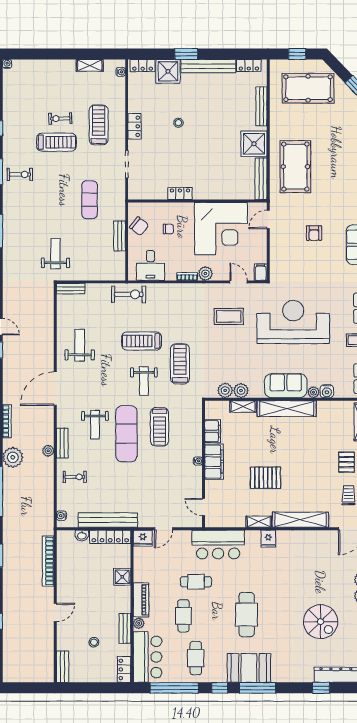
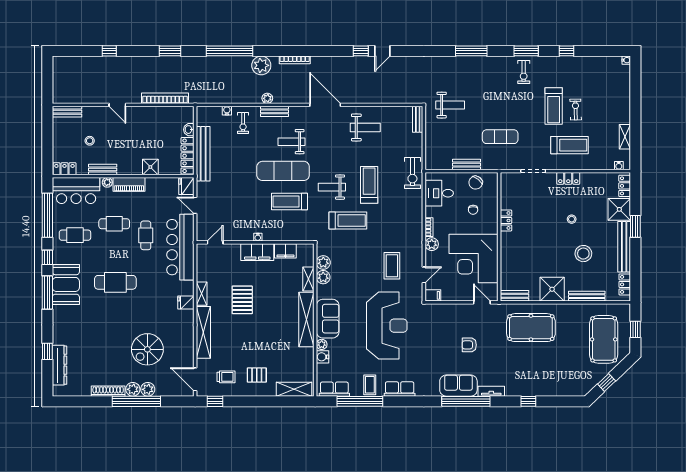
stool: (216, 110) -> (583, 254), added
bench: (261, 179) -> (515, 296), width x0.73
water cooler: (61, 516) -> (227, 111), moved
bar counter: (218, 545) -> (180, 247), width x1.36
spiral stairs: (321, 622) -> (147, 349), moved

